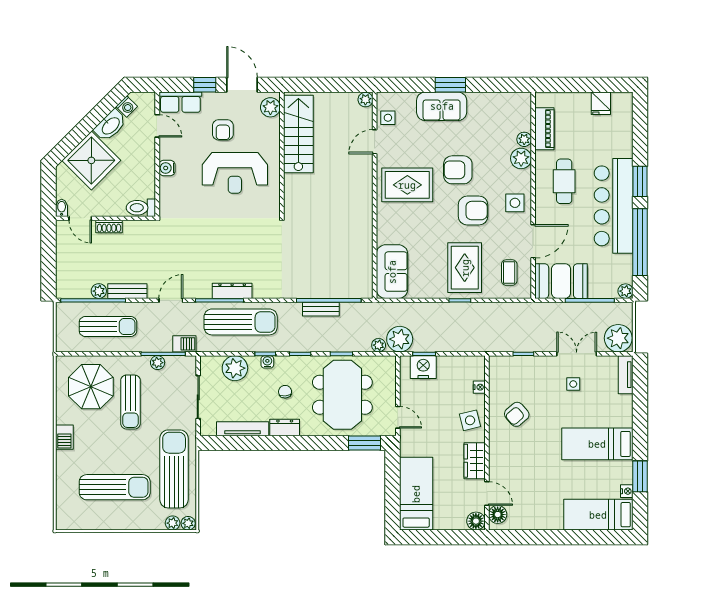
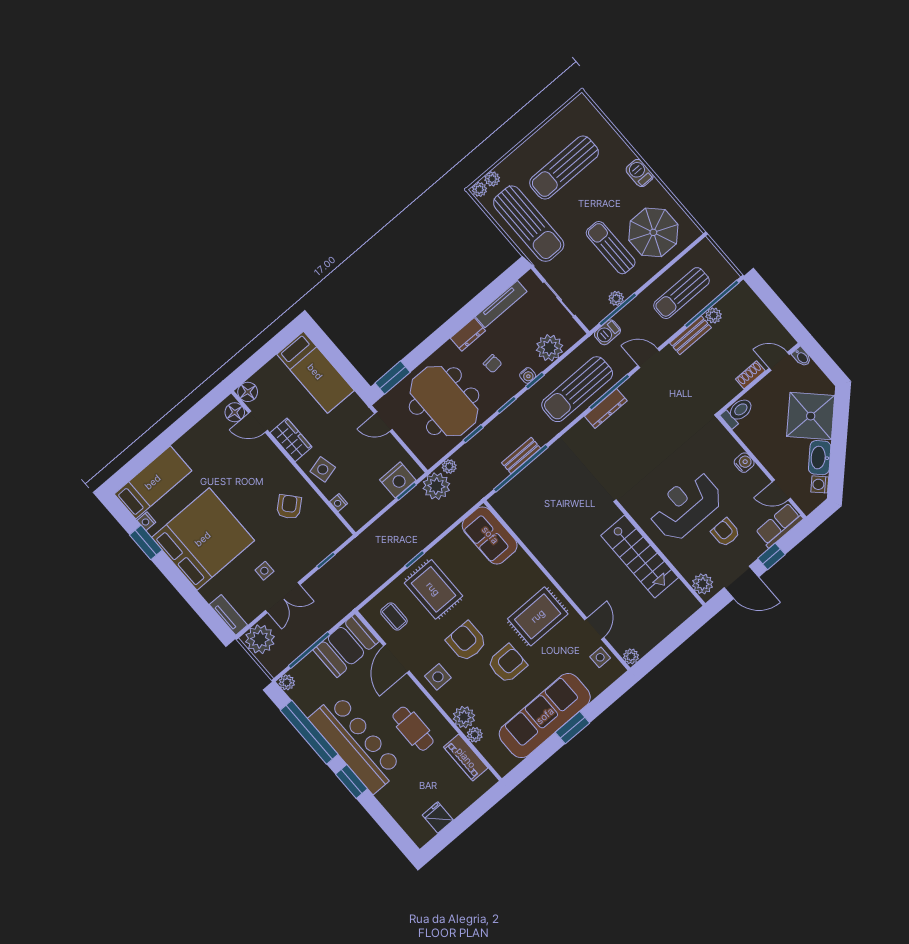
sofa: (442, 106) -> (545, 716), width x1.85, depth x1.27
stairs: (298, 134) -> (640, 556), moved
armchair: (473, 211) -> (467, 641), turned 90
door: (171, 300) -> (649, 358), swing flipped
bed: (597, 444) -> (203, 539), width x2.04

